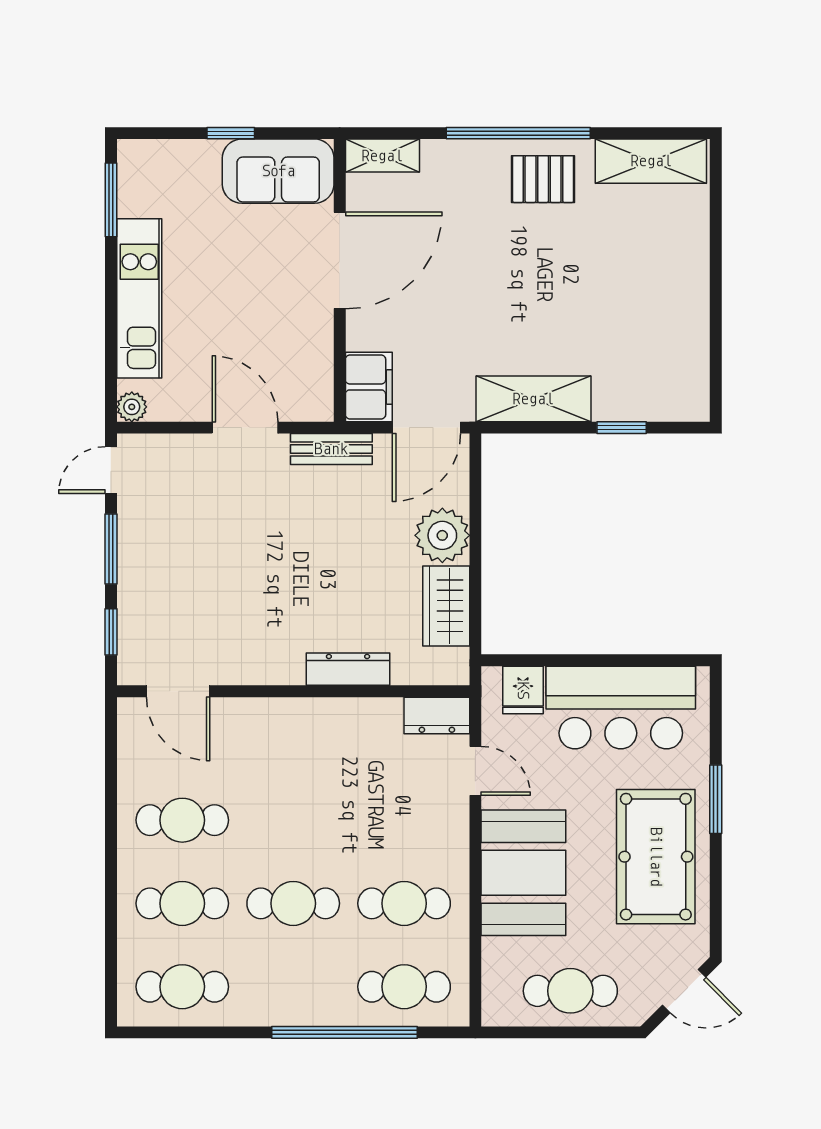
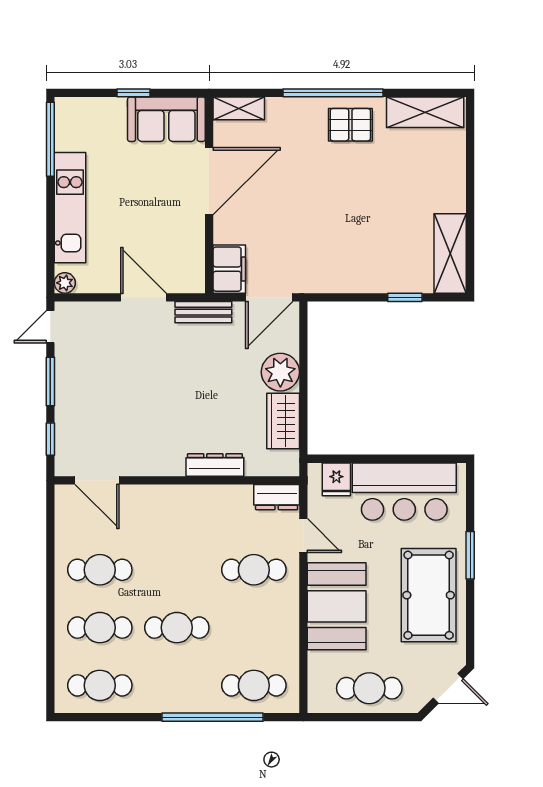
window: (111, 200) -> (50, 139), width x1.44
shelving: (533, 399) -> (450, 253), moved, turned 90
cafe table: (404, 903) -> (254, 570), moved

